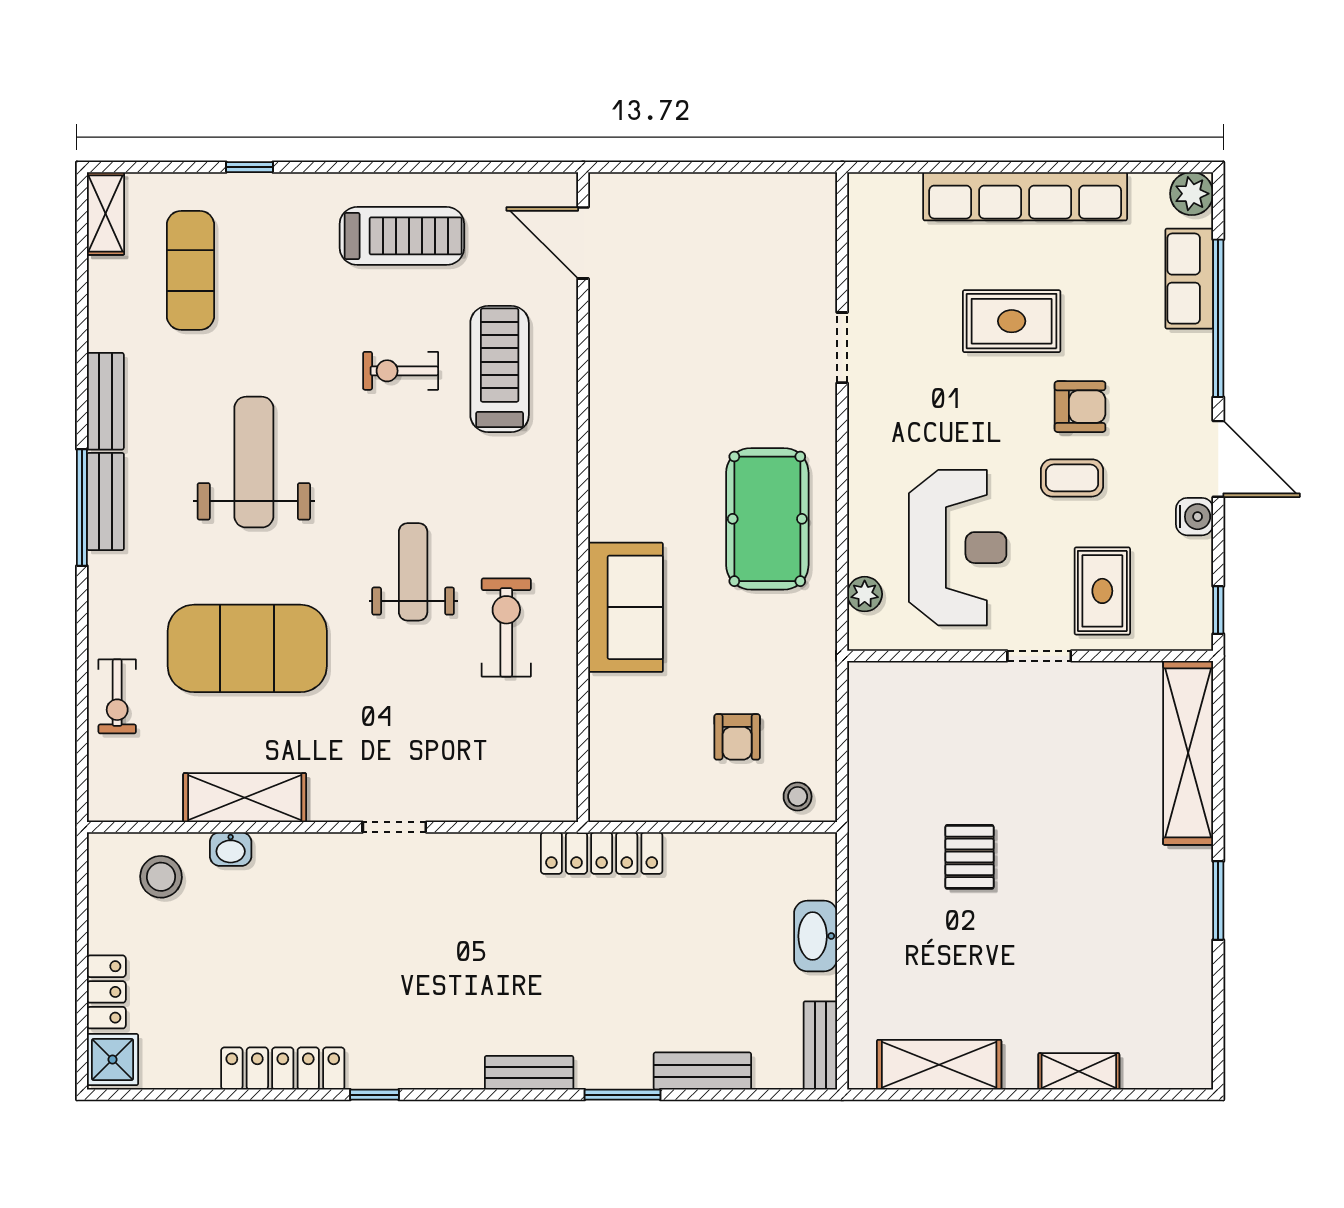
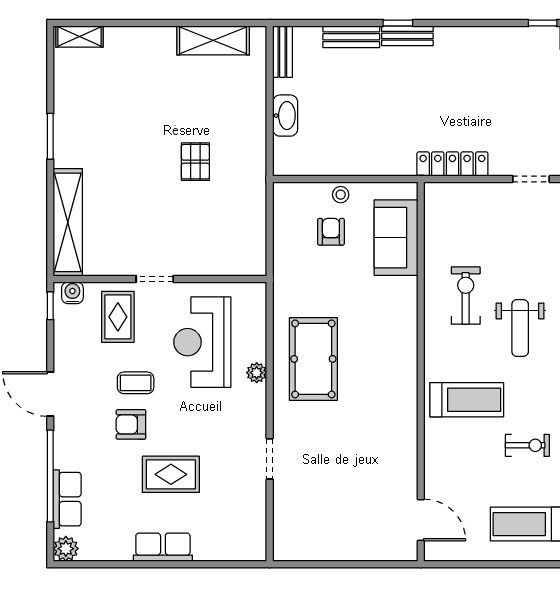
row of seats: (1025, 196) -> (163, 547), width x0.50
treadmill: (500, 369) -> (467, 400), moved, turned -90
water cooler: (1195, 517) -> (72, 293), moved, turned 90
plant: (865, 594) -> (257, 373), moved
sofa: (626, 607) -> (396, 238), moved
exercise bike: (506, 627) -> (466, 296), turned 180
stool: (798, 796) -> (341, 195), moved
locker: (602, 853) -> (452, 164), moved
shelving: (1079, 1071) -> (79, 37), moved
bench: (529, 1073) -> (407, 36), moved
window: (622, 1095) -> (398, 23), width x0.67

